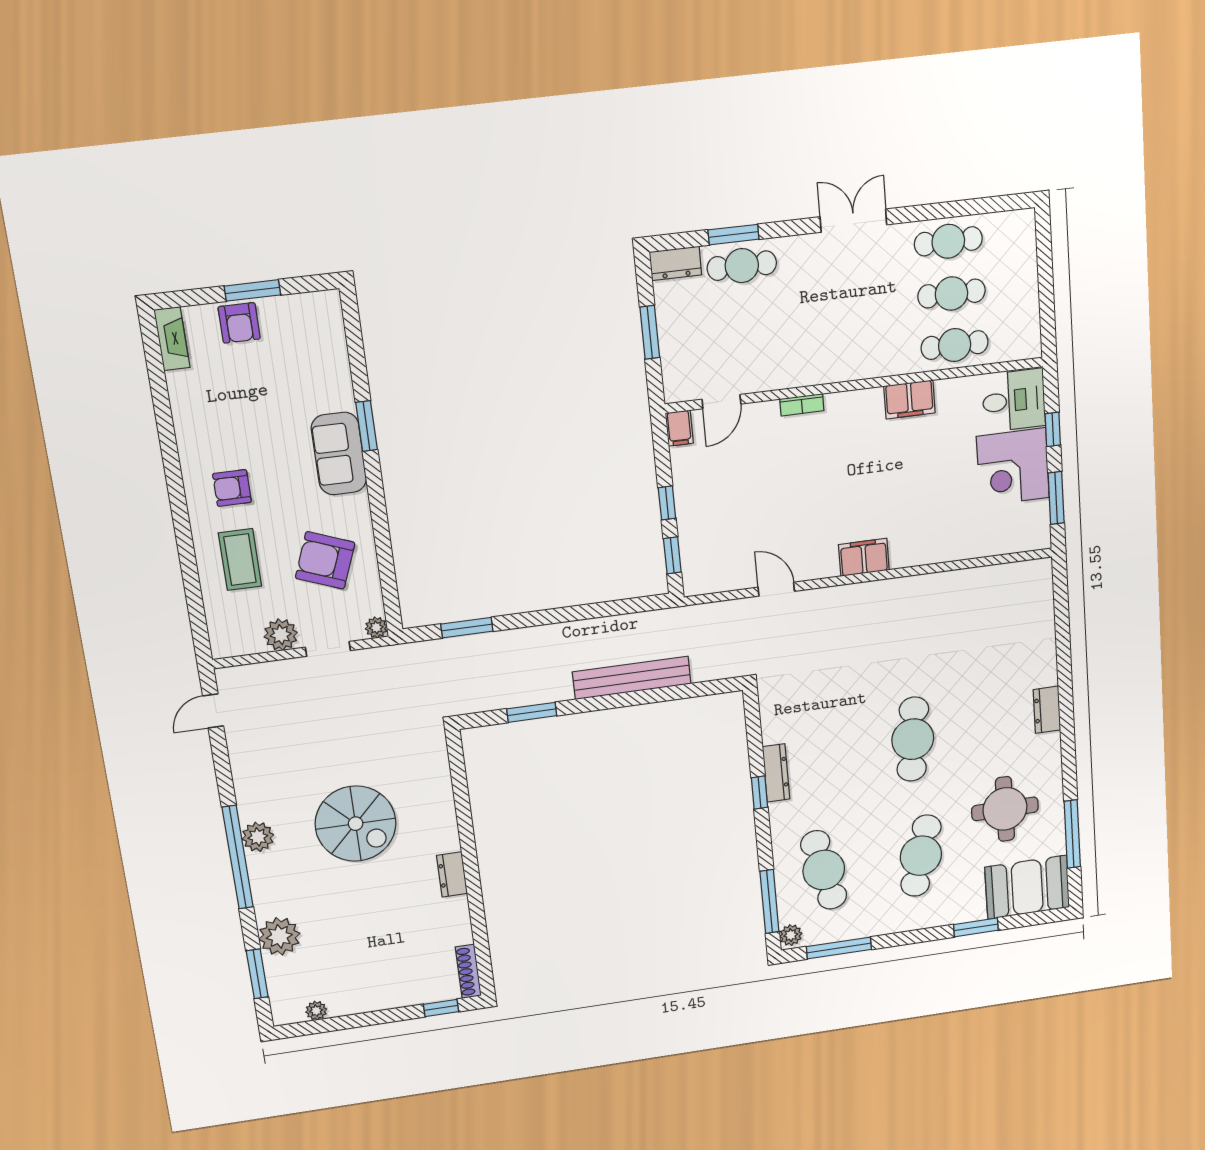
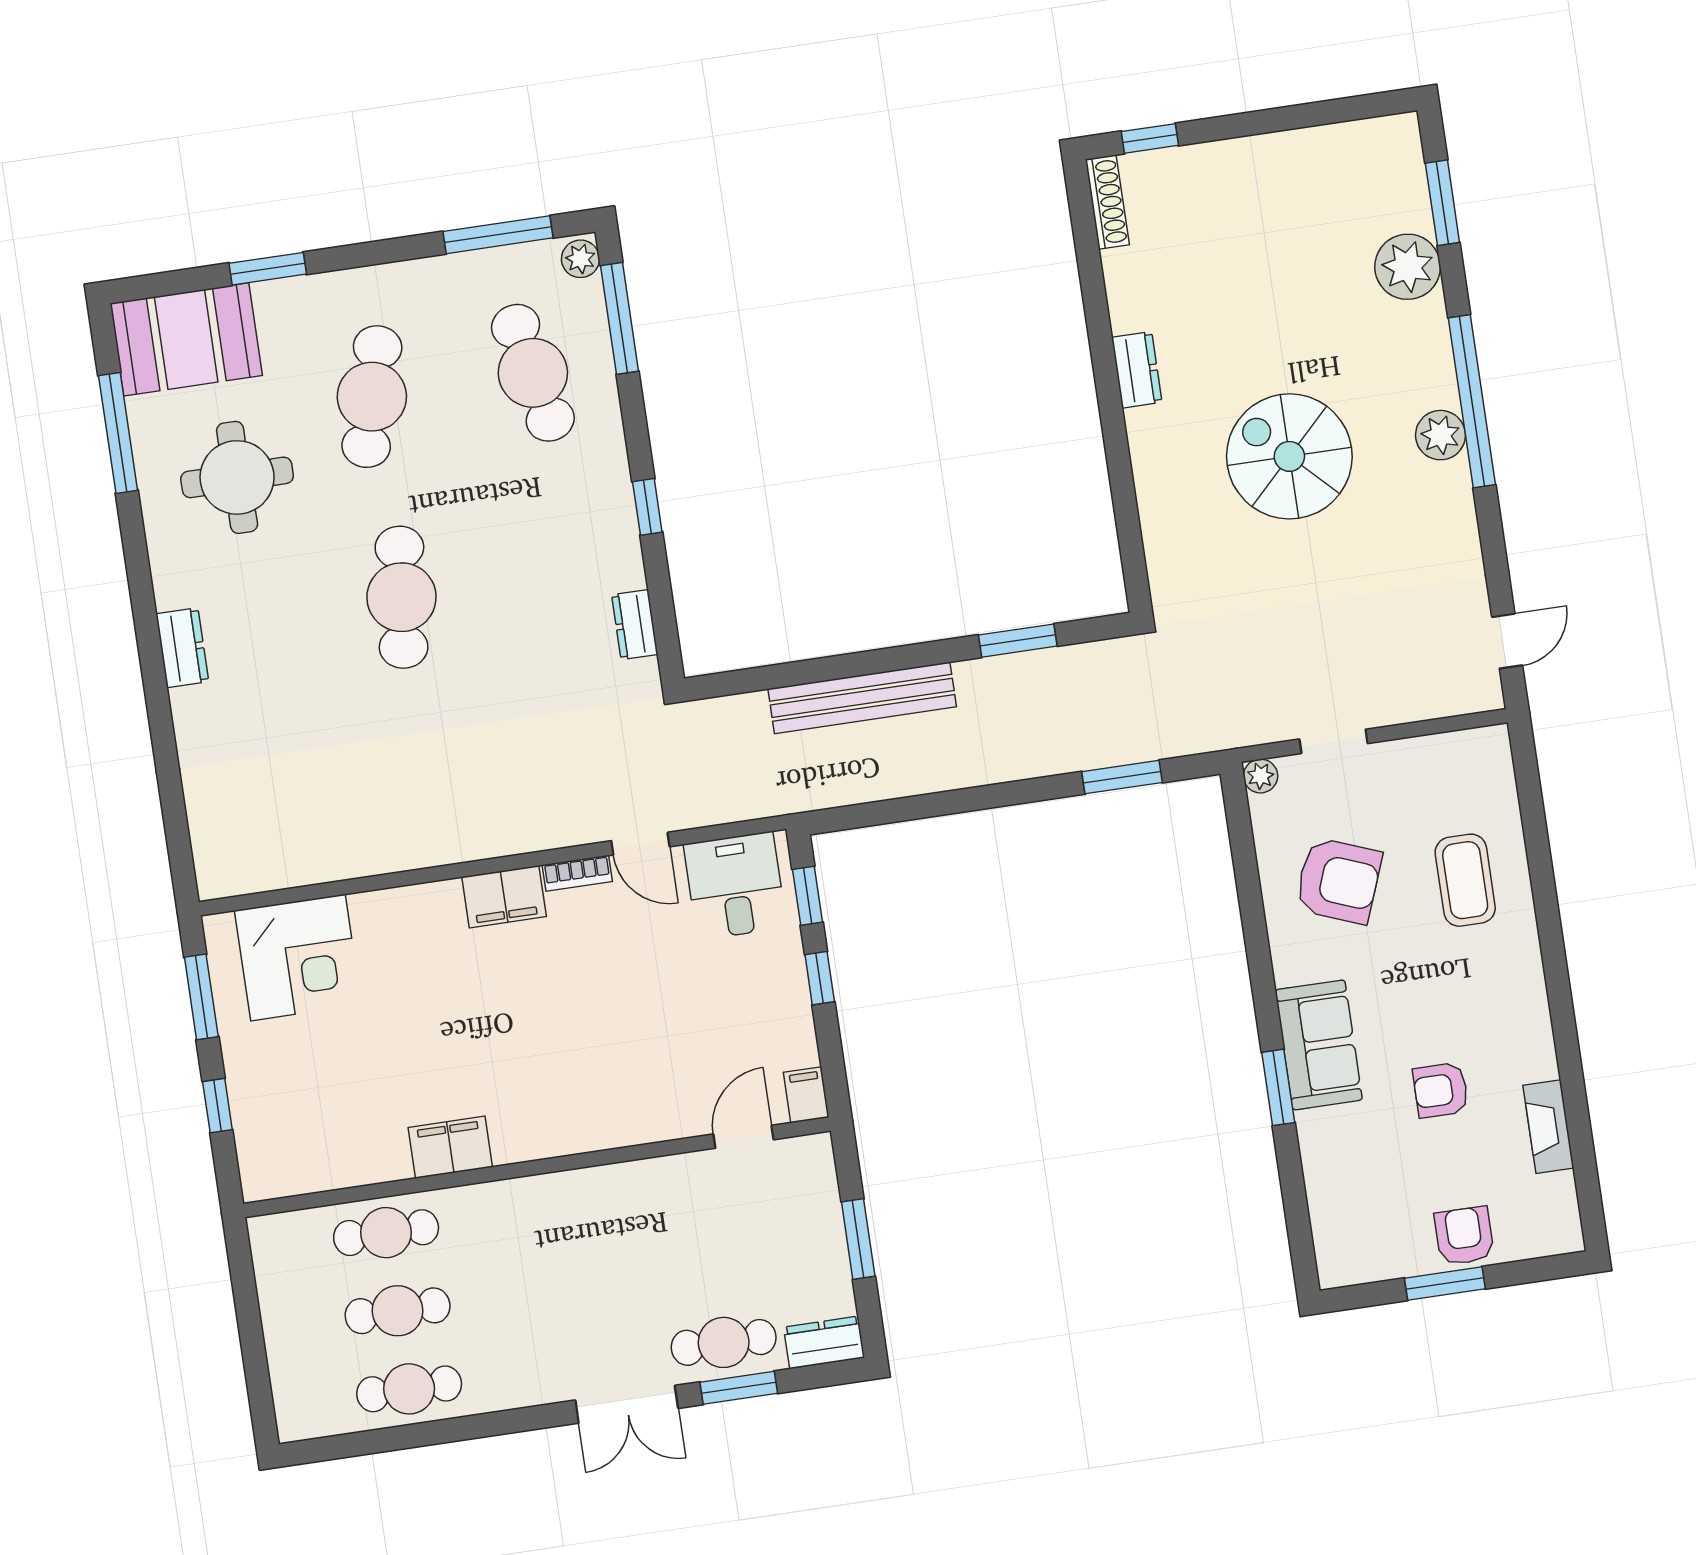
double door: (853, 221) -> (627, 1404), moved
fireplace: (172, 339) -> (1548, 1127), moved
desk: (1014, 400) -> (735, 886), moved, turned 90
bookcase: (802, 405) -> (577, 873), moved, turned 180
corner desk: (1013, 467) -> (298, 958), moved, turned 90
armchair: (232, 488) -> (1441, 1090), moved, turned 180
plant: (281, 635) -> (1405, 763), removed
dresser: (776, 773) -> (635, 625), moved, width x0.70
plant: (316, 1011) -> (1349, 137), removed

